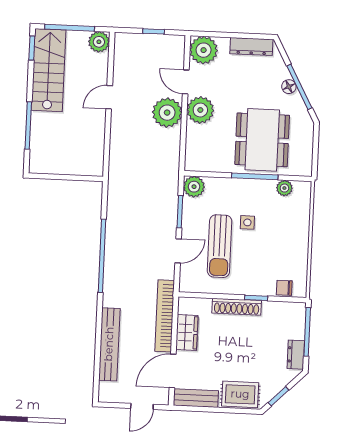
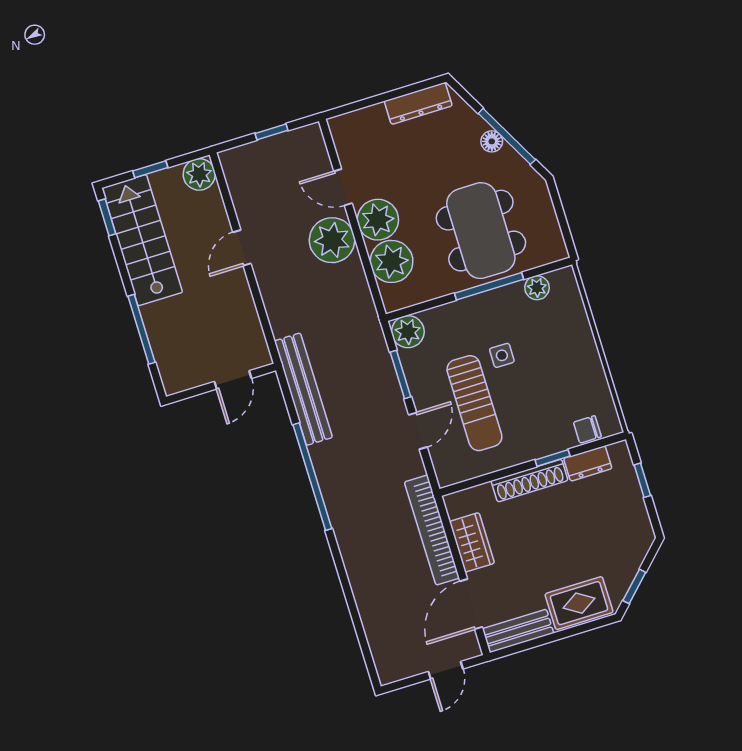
window: (70, 28) -> (150, 169), width x0.46
plant: (204, 50) -> (392, 261), moved
door: (74, 178) -> (233, 380), added
window: (307, 332) -> (642, 480), width x0.46
bench: (109, 344) -> (303, 389), moved
dresser: (296, 355) -> (588, 463), moved, turned -90

